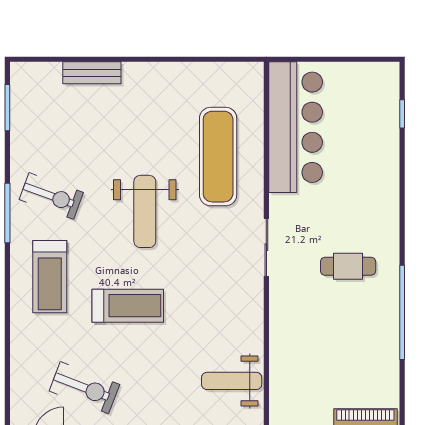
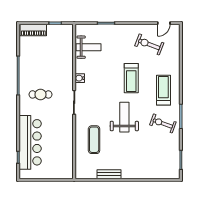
bench: (92, 73) -> (109, 174), moved
bar counter: (296, 127) -> (30, 142), moved, turned 180
exercise mat: (218, 157) -> (94, 140), width x0.73, depth x0.69
treadmill: (128, 306) -> (131, 78), turned -90
water cooler: (253, 306) -> (80, 78), added

